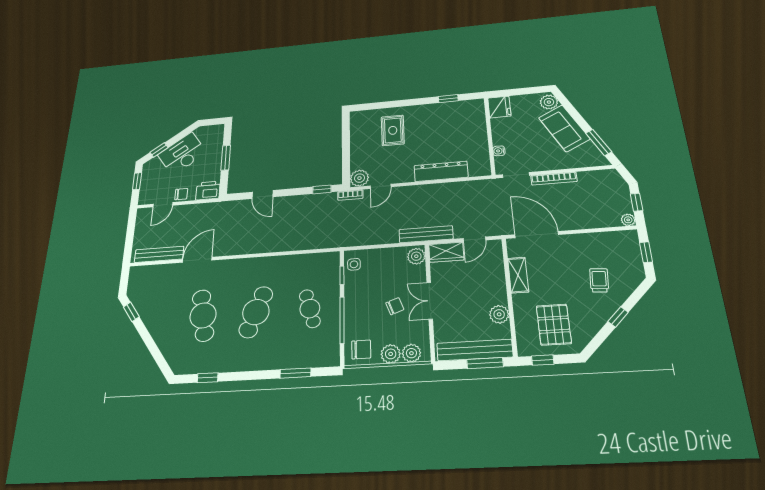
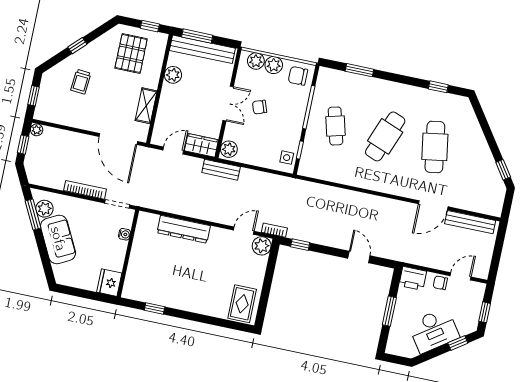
plant: (549, 102) -> (44, 209), moved
rug: (393, 130) -> (242, 304), moved
bench: (426, 234) -> (221, 170), width x0.73

